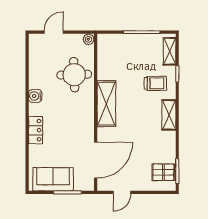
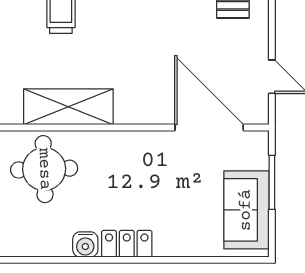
shelving: (106, 104) -> (68, 107), moved
locker: (36, 130) -> (127, 244), moved

